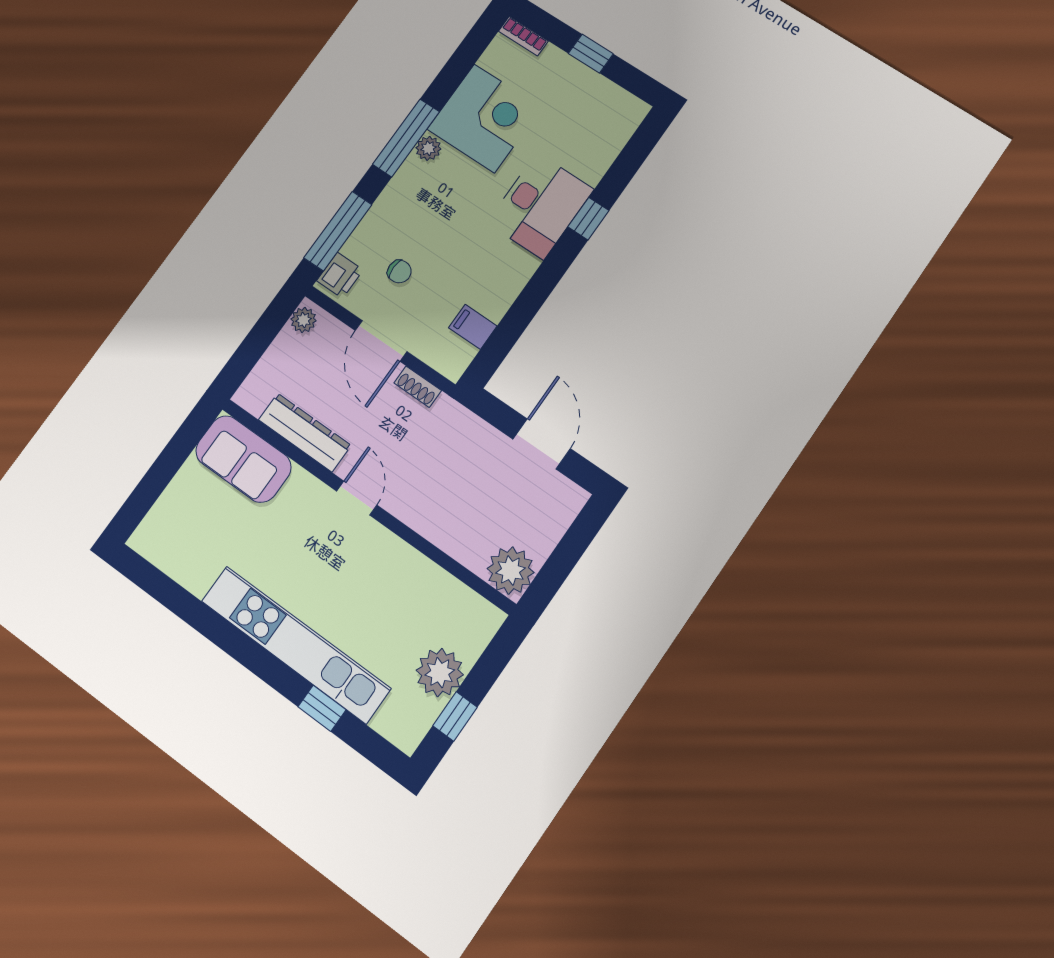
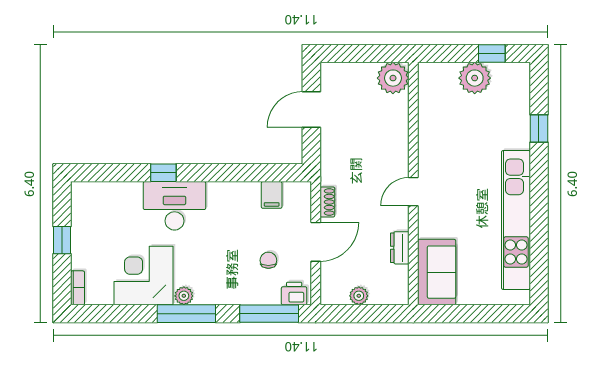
plant: (303, 320) -> (359, 296), moved
dresser: (305, 433) -> (400, 248), width x0.51, depth x0.80
kitchen unit: (295, 644) -> (516, 220), moved

